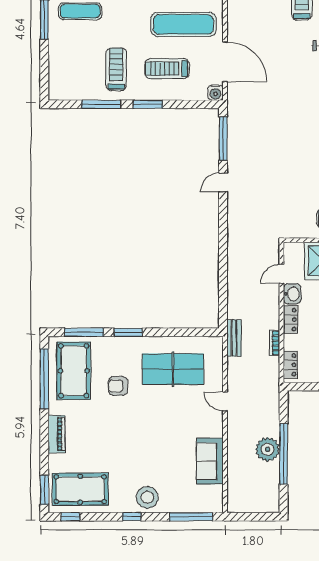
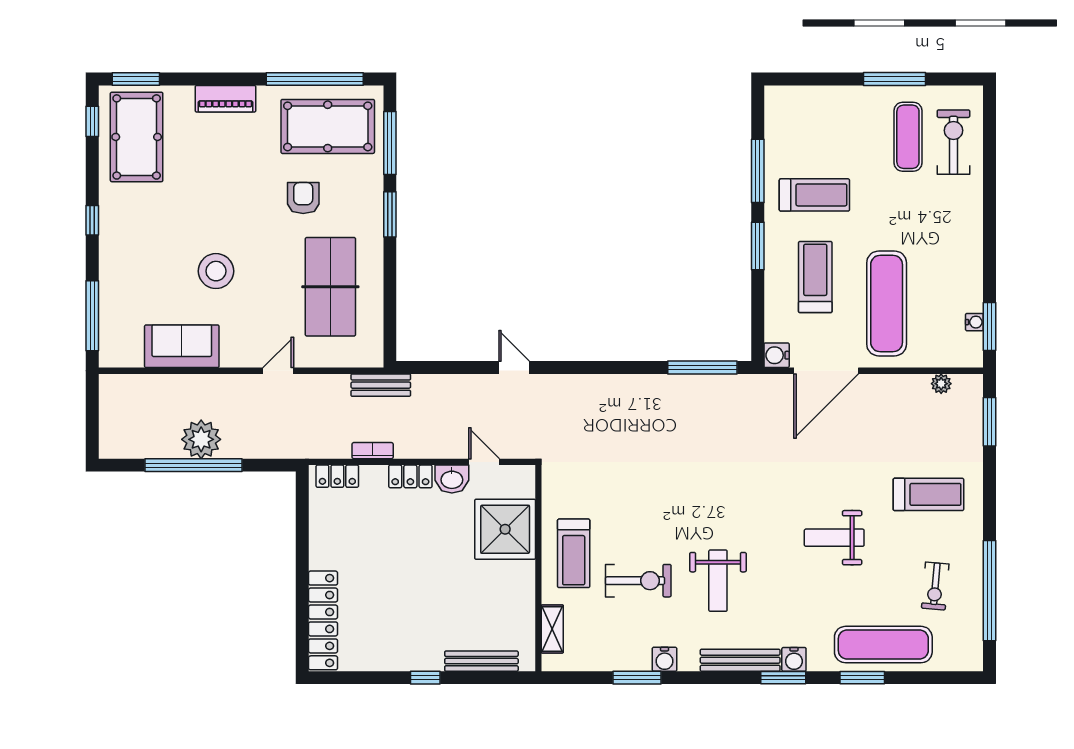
door: (223, 182) -> (514, 367), moved
stool: (147, 497) -> (216, 271), moved

